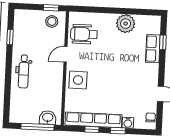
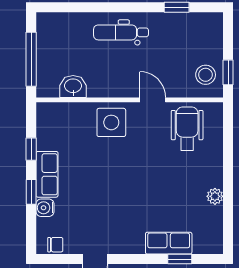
plant: (126, 24) -> (215, 196), width x0.53, depth x0.53
washbasin: (48, 118) -> (73, 86), moved, turned -90
row of seats: (93, 120) -> (47, 174), width x0.50

